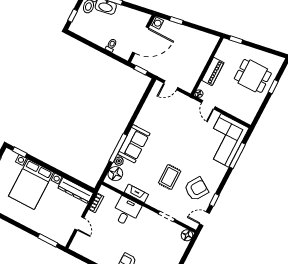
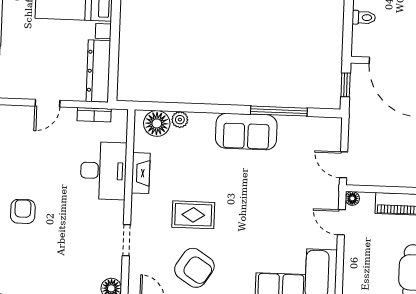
door: (171, 85) -> (344, 165), moved
door: (208, 105) -> (341, 222), hinge flipped
sofa: (134, 144) -> (246, 132), moved
window: (118, 148) -> (279, 111), moved
desk: (126, 211) -> (103, 171), width x1.37

